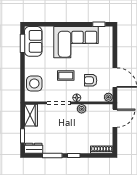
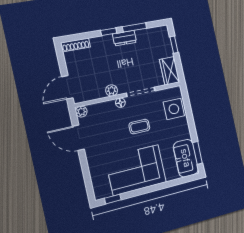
armchair: (91, 80) -> (108, 128), removed
dresser: (34, 148) -> (125, 38), moved

